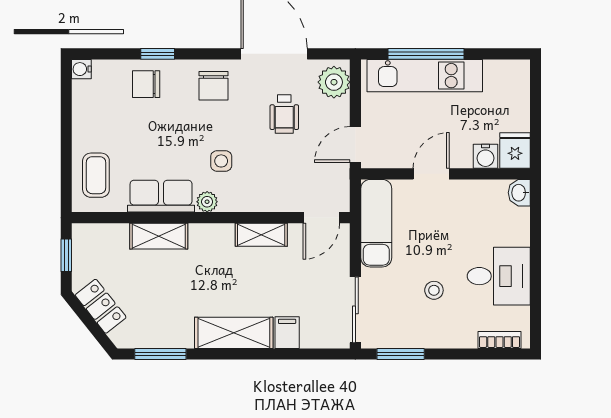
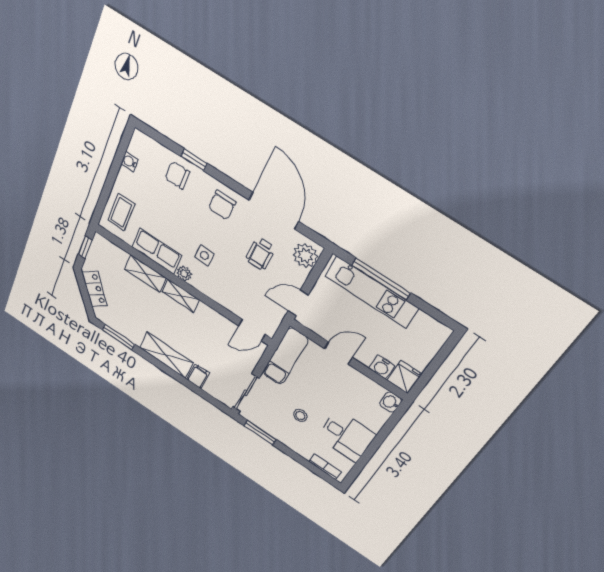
water cooler: (81, 69) -> (130, 162), moved
shelving: (261, 235) -> (181, 296), moved

